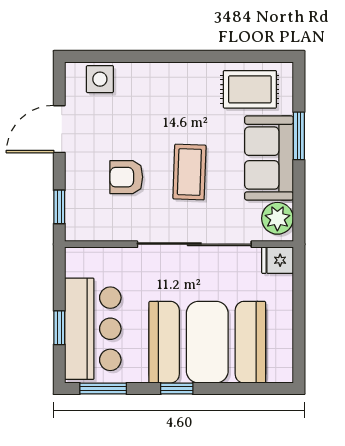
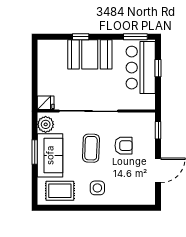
side table: (100, 79) -> (97, 188), moved
window: (299, 136) -> (35, 152), moved
booth: (207, 342) -> (90, 54), width x0.73, depth x0.70
window: (177, 389) -> (81, 37), moved

